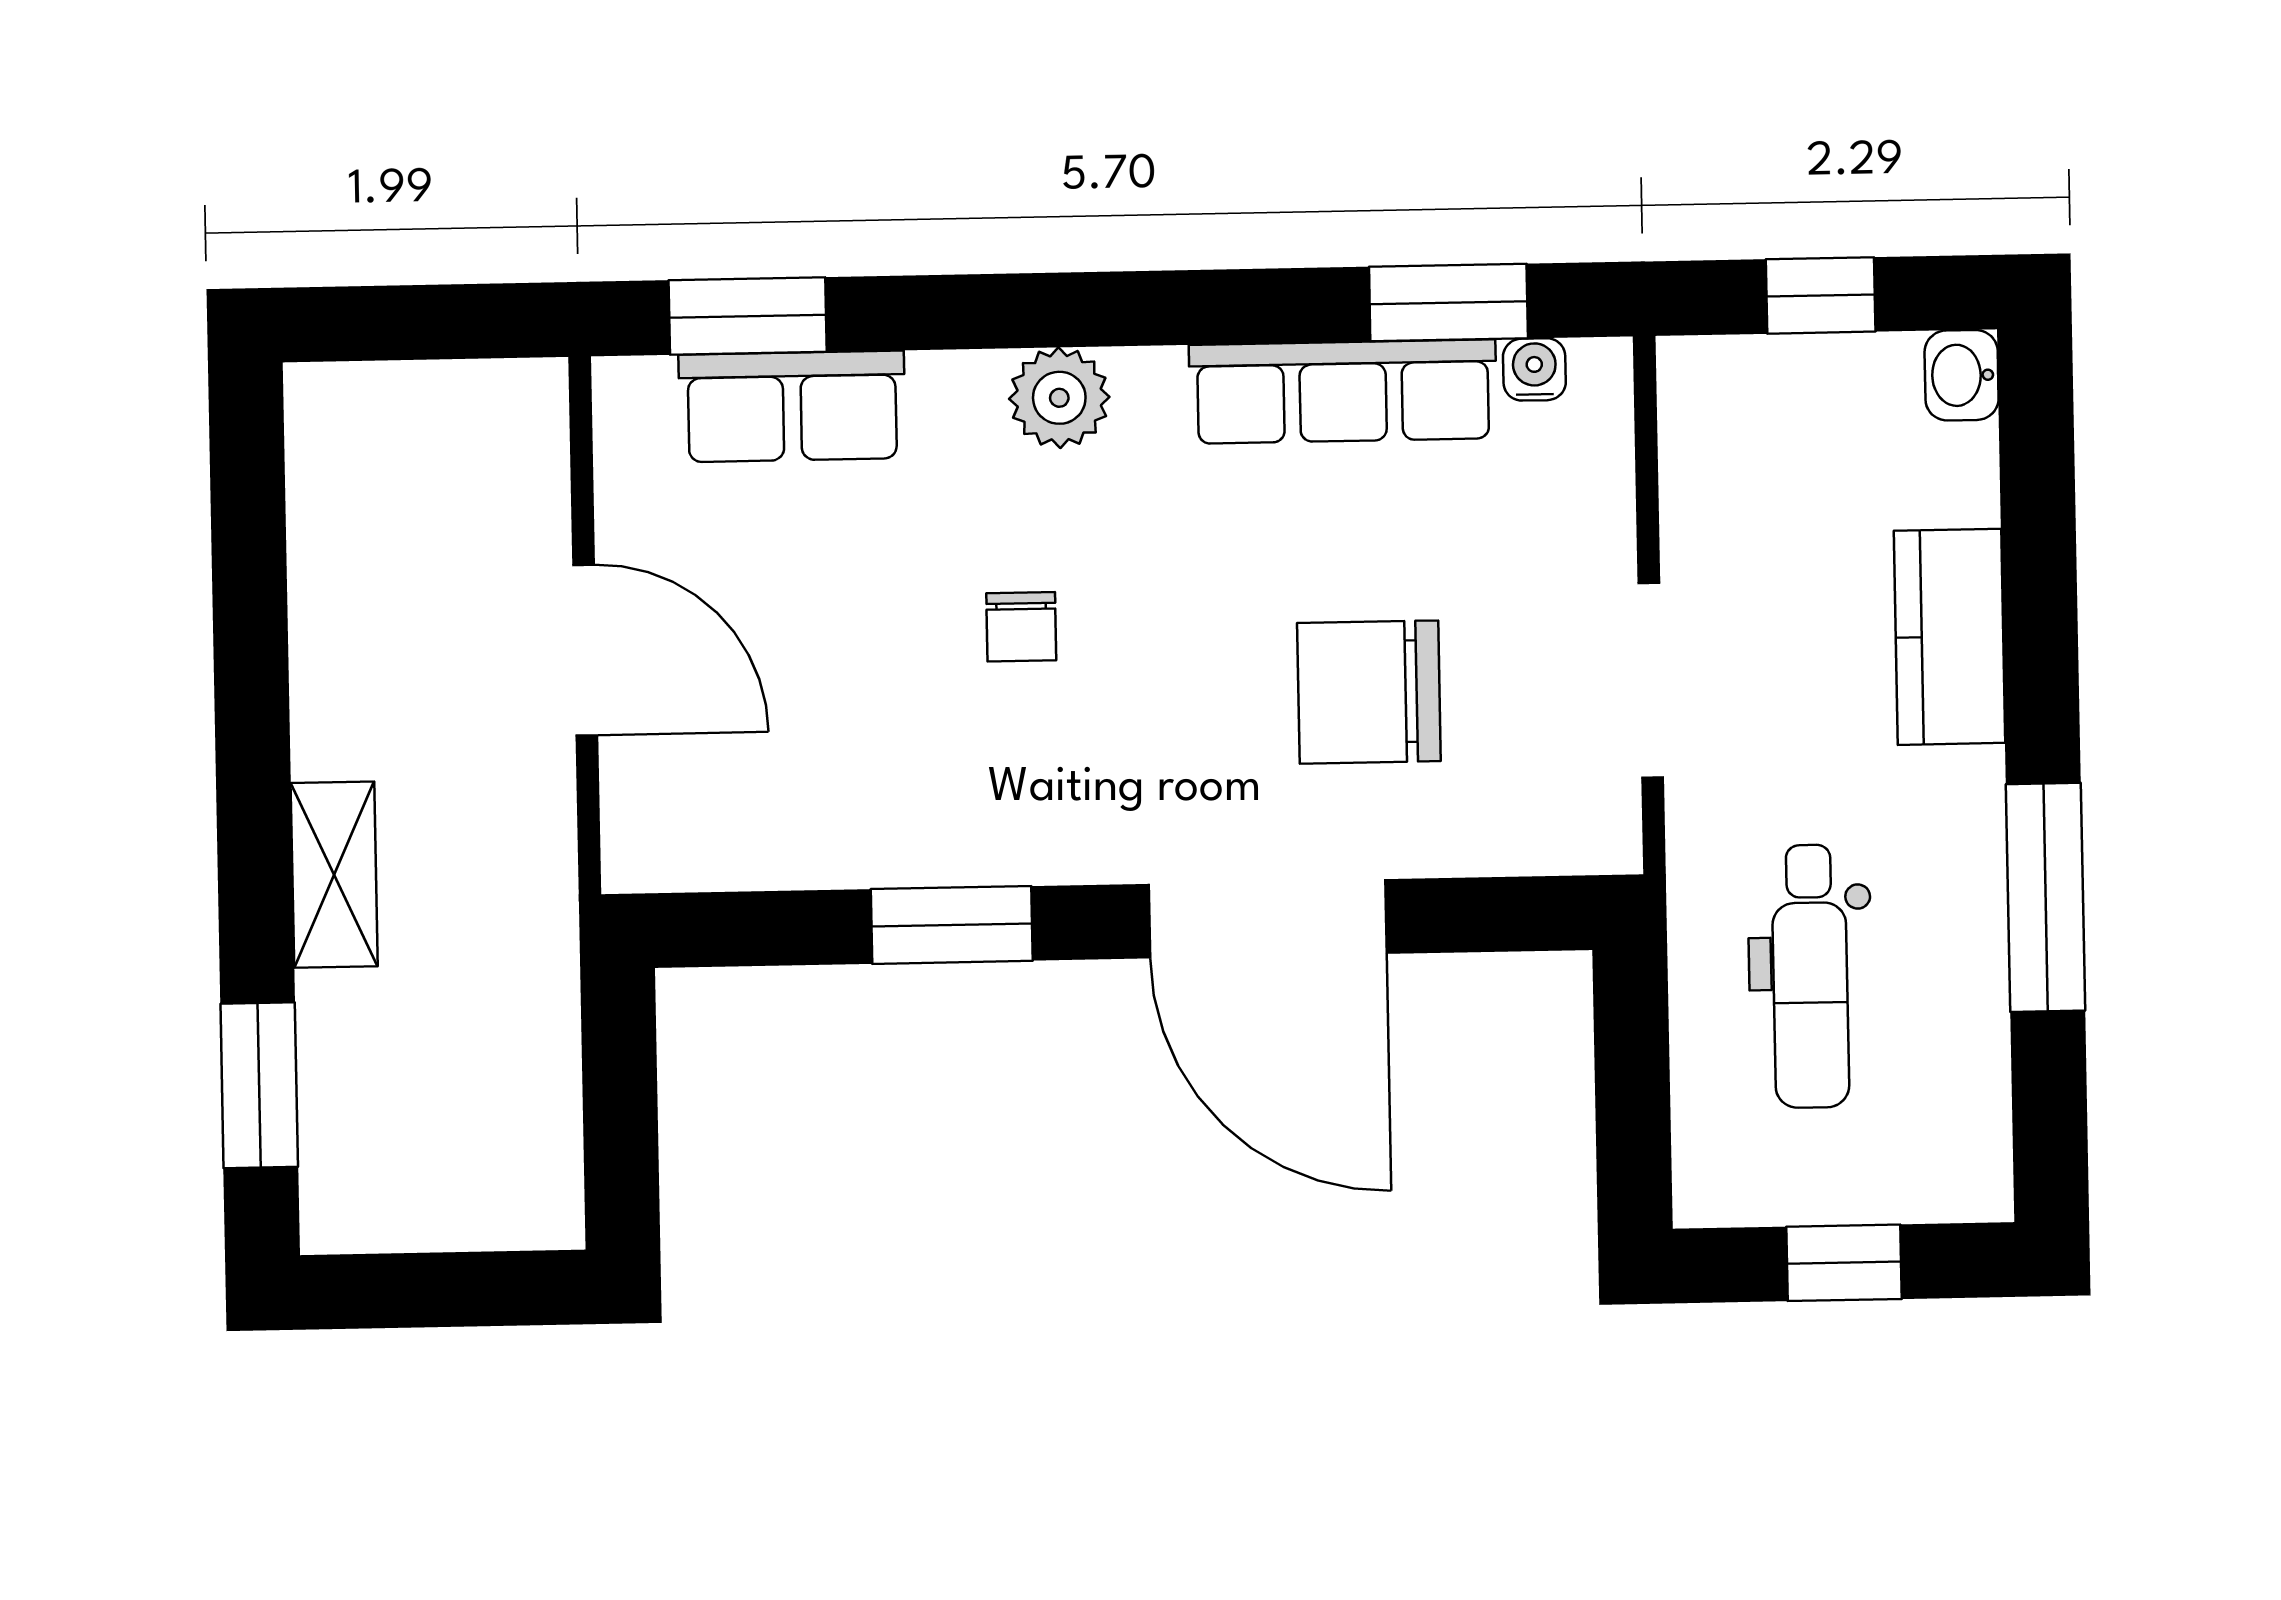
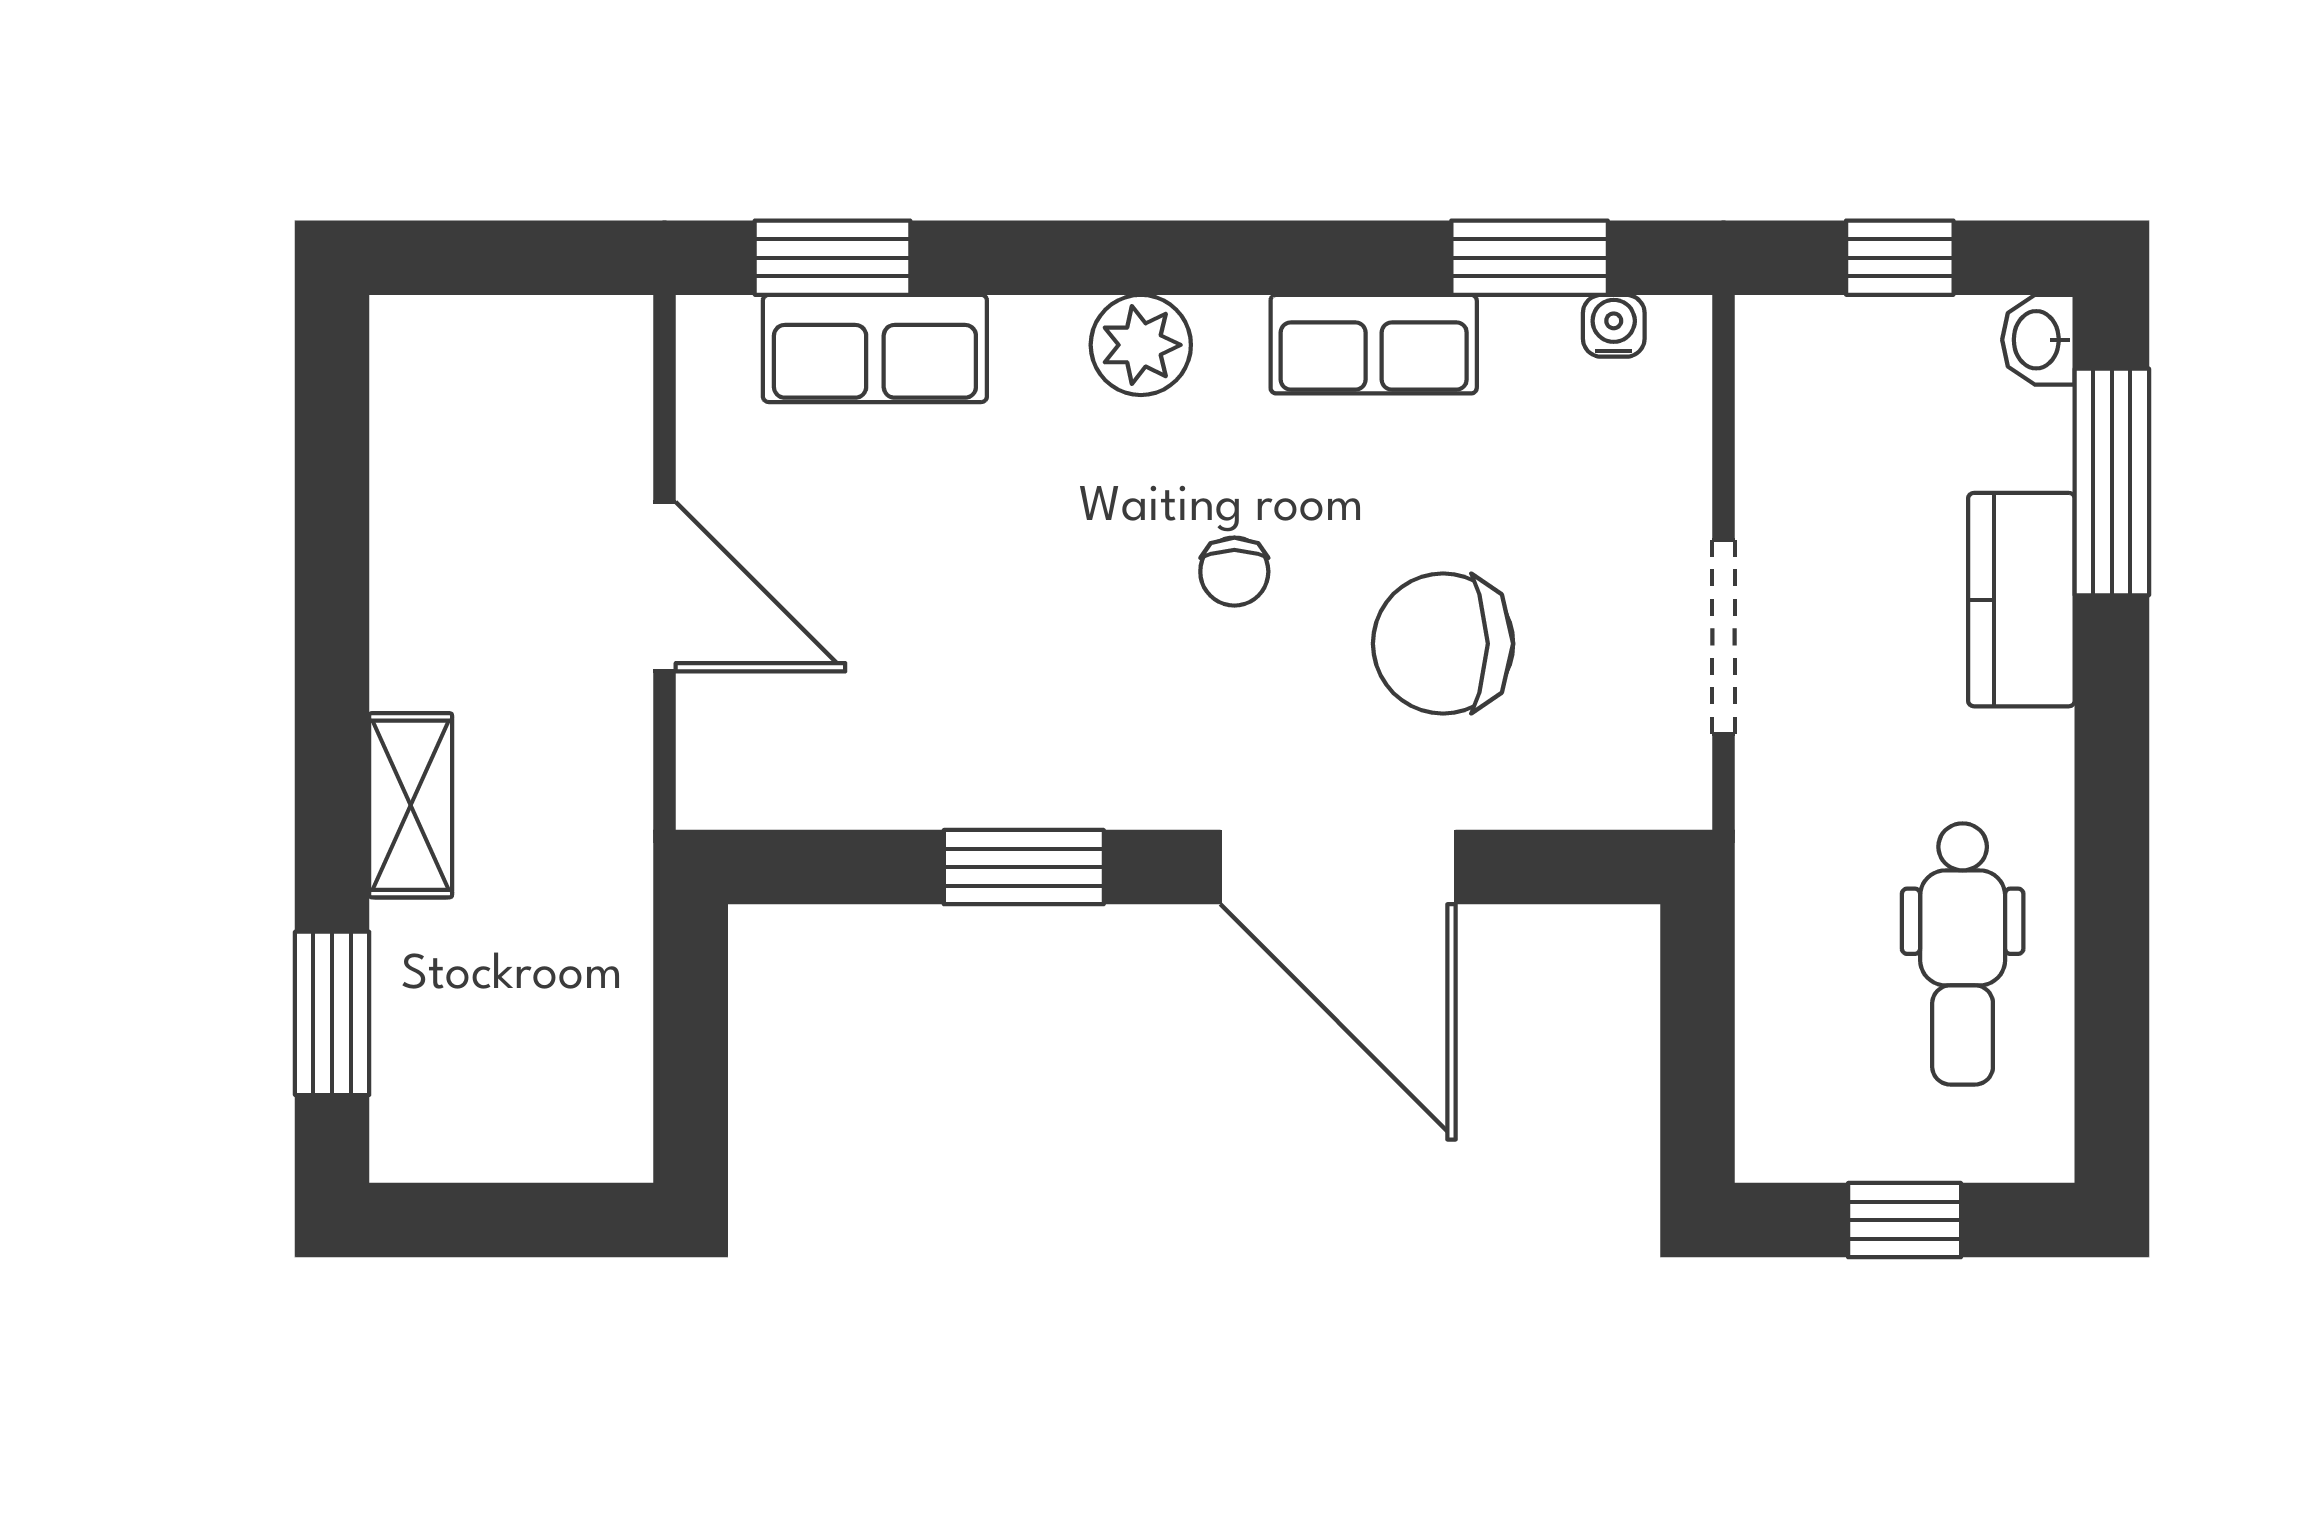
row of seats: (1343, 392) -> (1374, 344), width x0.68
chair: (1021, 627) -> (1234, 572), moved
window: (2045, 897) -> (2112, 482), moved
dental chair: (1810, 976) -> (1963, 954), moved

